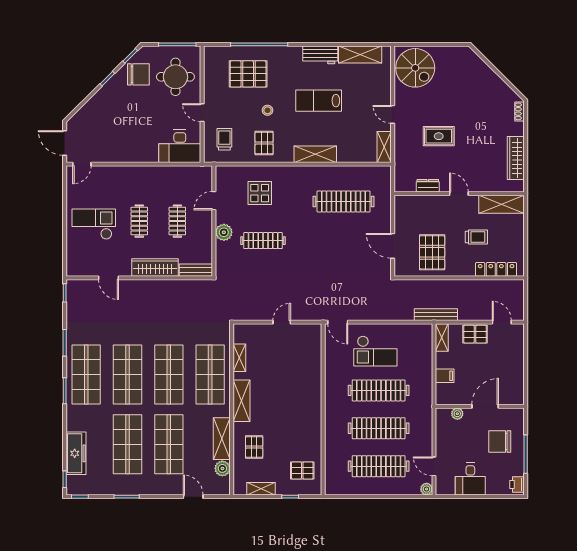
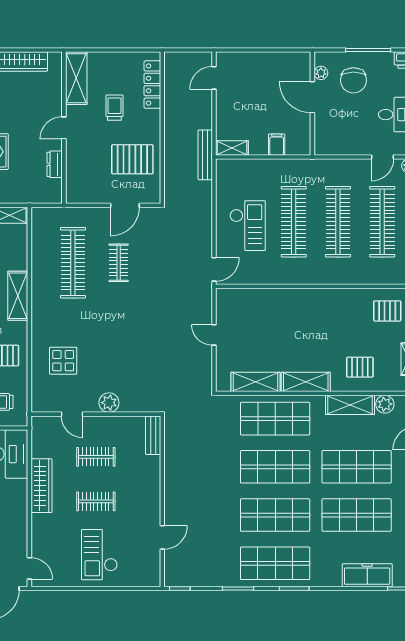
clothes rail: (263, 241) -> (119, 263), moved, width x0.73
wardrobe: (155, 267) -> (41, 486), moved, turned 180
pallet: (475, 334) -> (228, 109), removed
shelving: (239, 358) -> (256, 382), width x1.50, depth x1.33
plant: (457, 414) -> (321, 73), moved
pallet: (302, 470) -> (387, 311), turned 90

